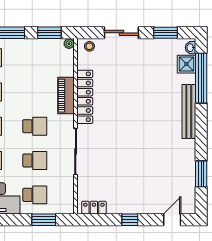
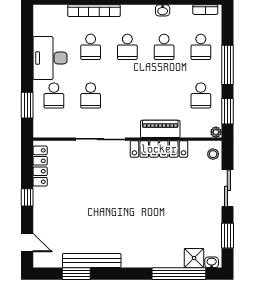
bench: (189, 111) -> (92, 261), moved
school desk: (35, 126) -> (201, 95), moved
locker: (94, 208) -> (40, 166), width x1.53

